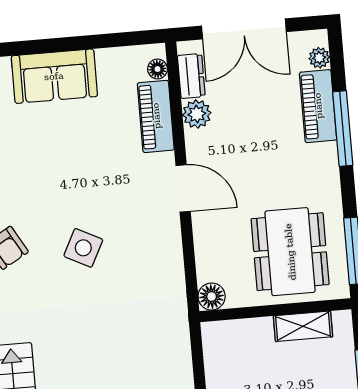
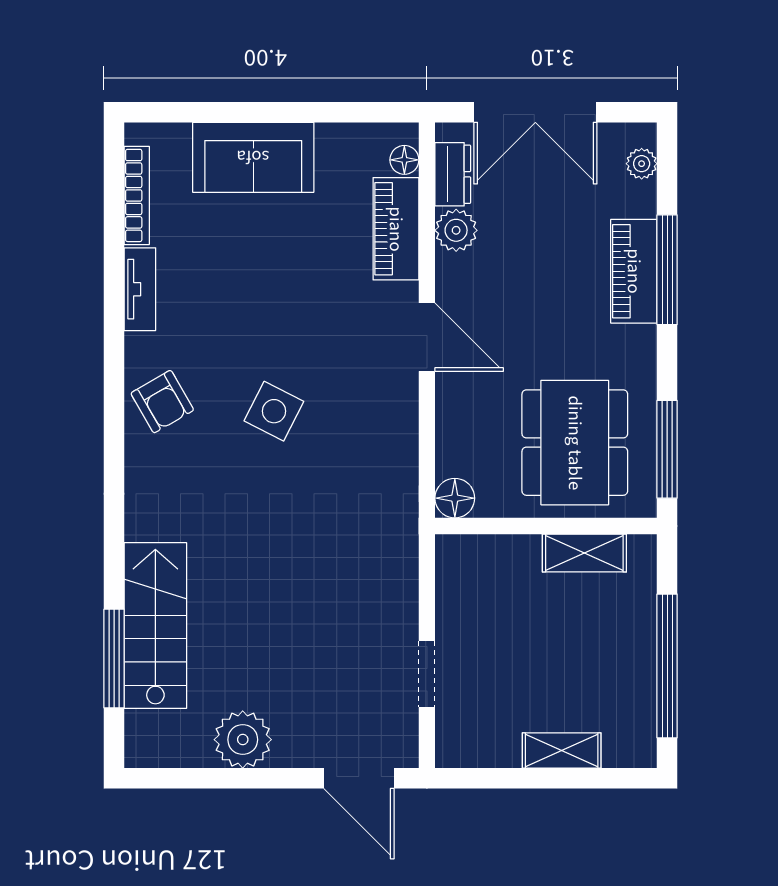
piano: (318, 106) -> (634, 271), moved

